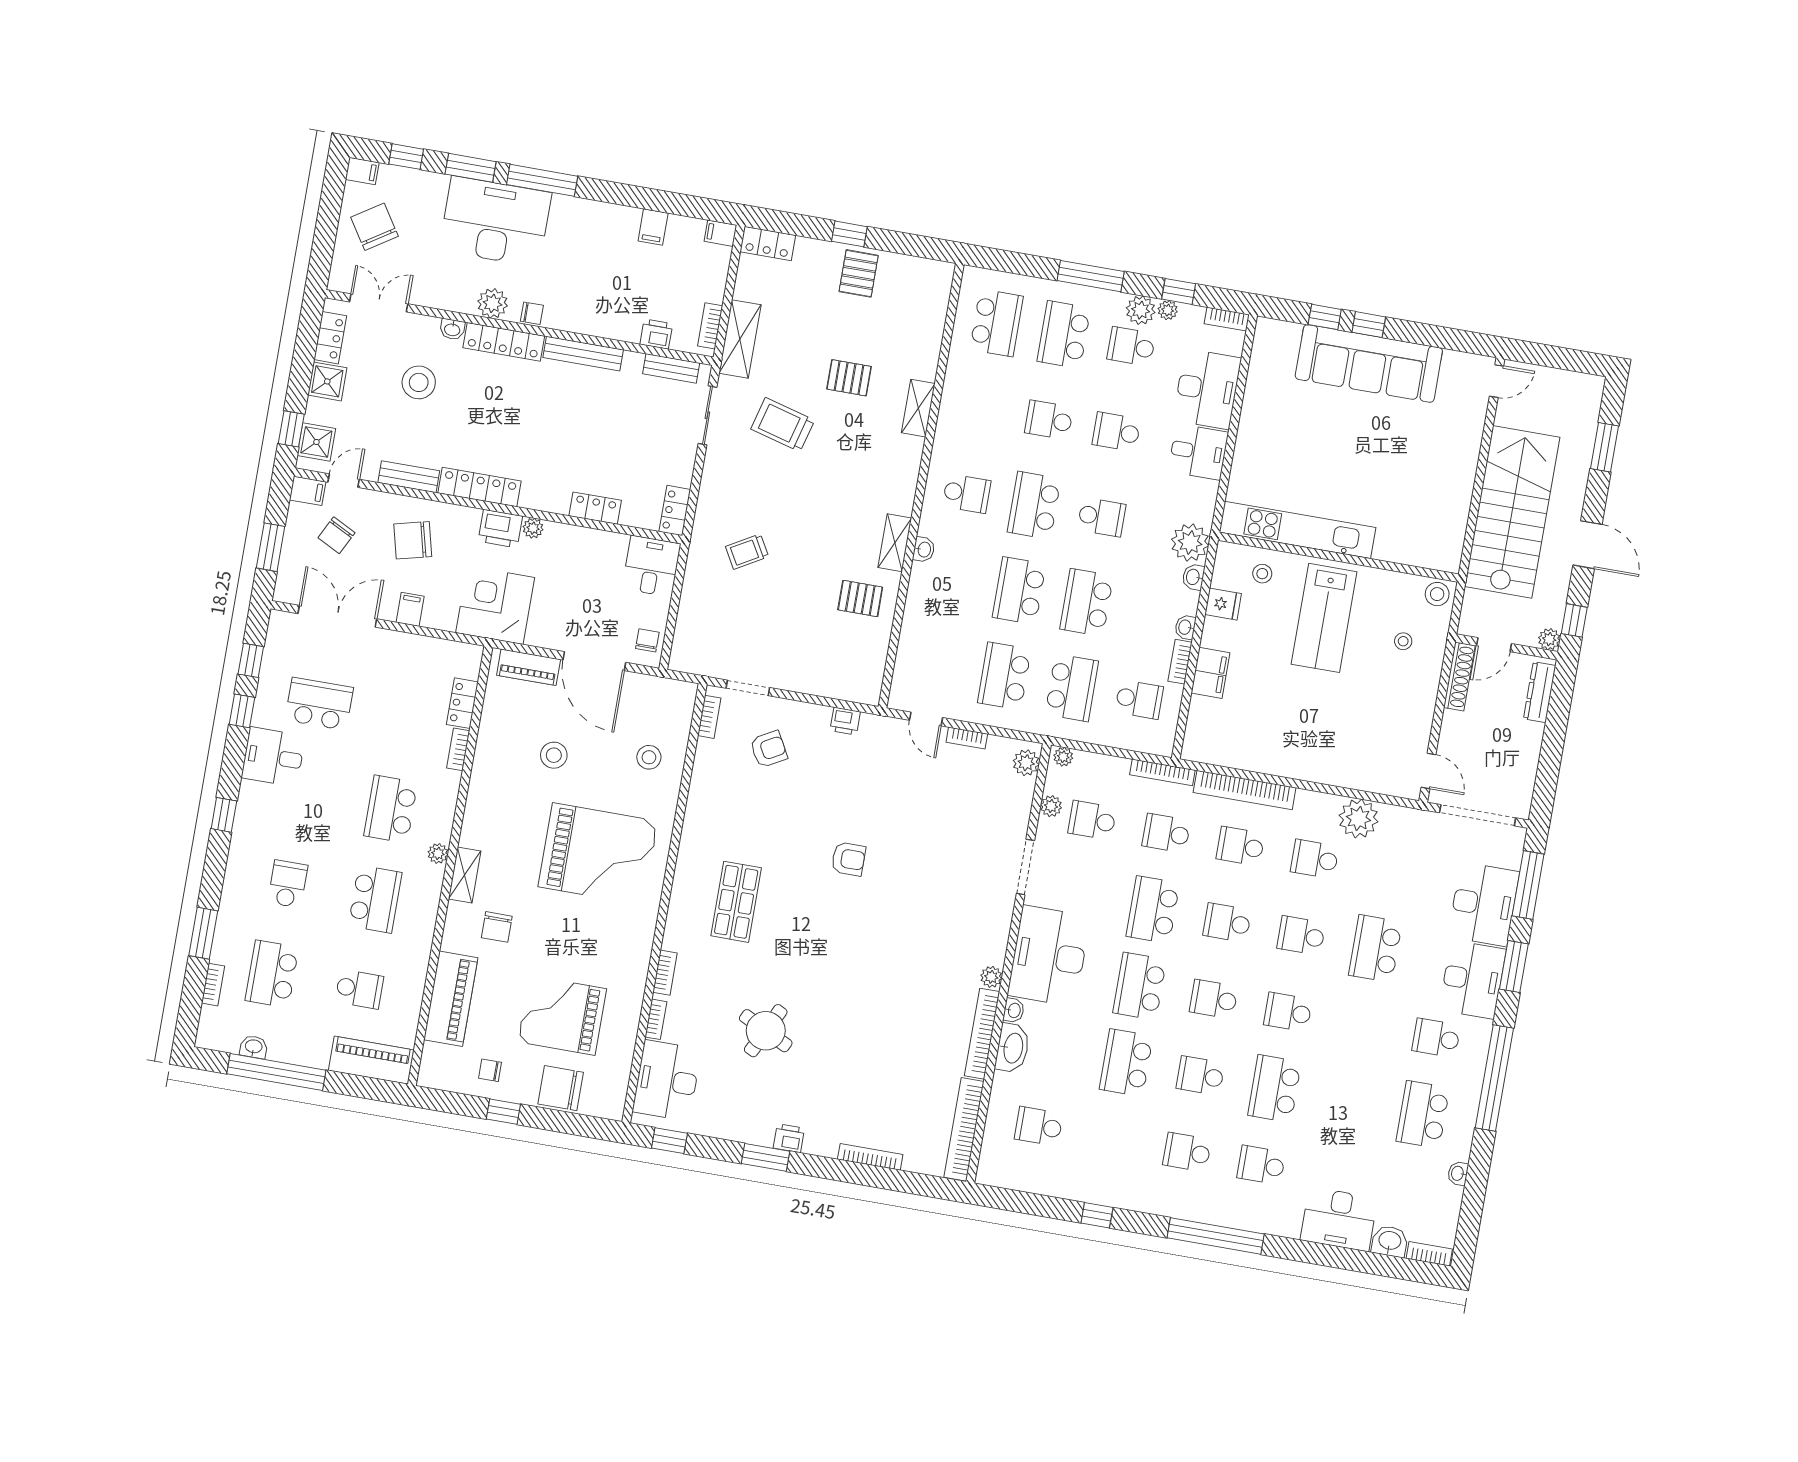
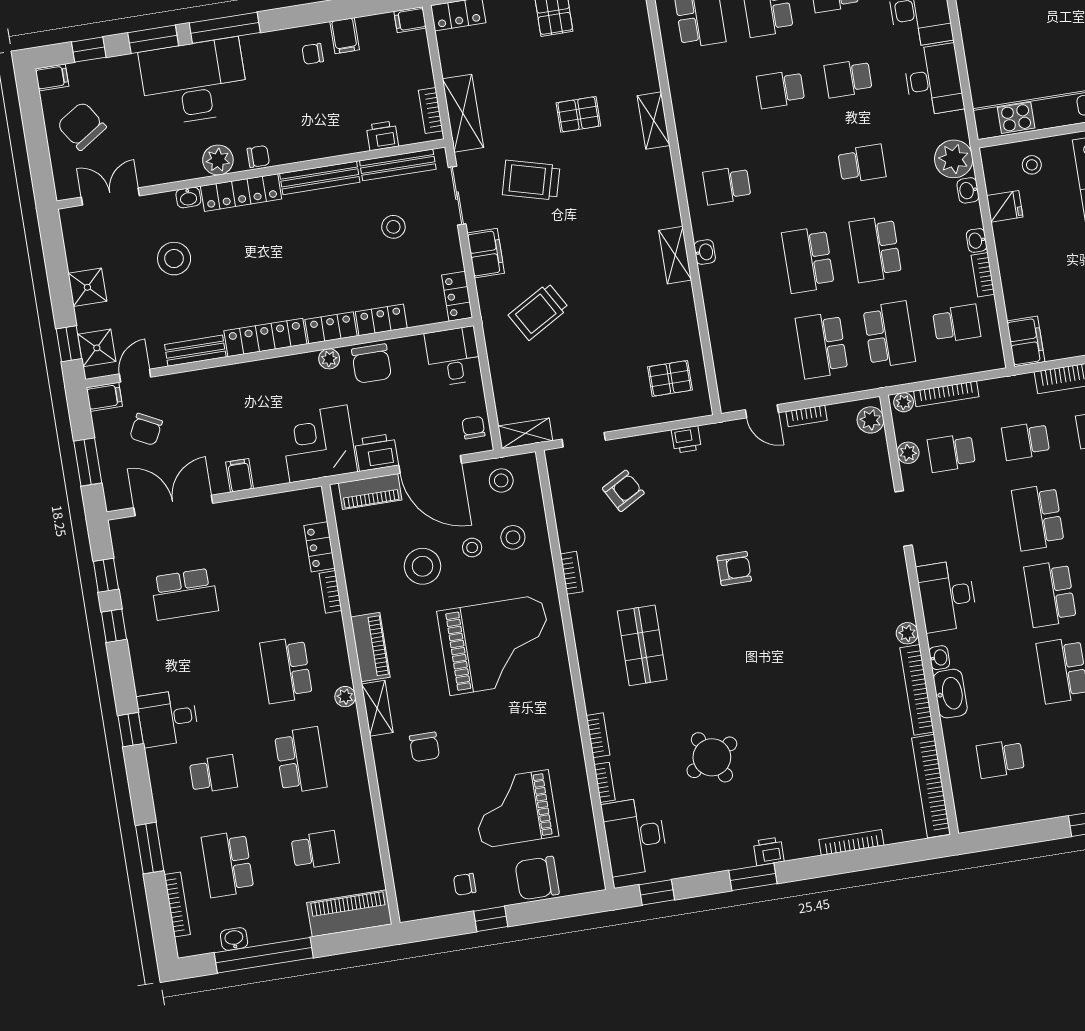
chair: (617, 234) -> (313, 54), added
locker: (330, 338) -> (331, 328), moved, turned -90
bench: (671, 368) -> (398, 165), width x1.36
stool: (637, 424) -> (393, 227), added
desk: (1198, 452) -> (933, 80), width x1.37
filing cabinet: (716, 479) -> (486, 253), added
school desk: (967, 494) -> (727, 185), turned 180
school desk: (1034, 505) -> (794, 175), removed
printer: (500, 529) -> (377, 452), moved, turned 180
chair: (413, 540) -> (371, 364), moved, turned -76
trolley: (747, 552) -> (539, 312), width x1.36, depth x1.39
pallet: (860, 598) -> (670, 378), moved
shelving: (695, 663) -> (525, 433), added
filing cabinet: (1210, 673) -> (1026, 341), moved
stool: (656, 700) -> (501, 480), added
school desk: (319, 704) -> (184, 594), turned 180
bookcase: (709, 717) -> (572, 573), moved
stool: (607, 754) -> (472, 548), added
stool: (554, 755) -> (423, 566), width x1.38, depth x1.38
desk: (273, 757) -> (168, 718), moved
bookcase: (1162, 772) -> (946, 394), moved
school desk: (288, 884) -> (213, 774), turned 90
desk: (1049, 956) -> (947, 596), width x0.73, depth x0.77
bookcase: (213, 985) -> (177, 905), width x1.56
piano: (451, 999) -> (370, 647), moved, width x0.73, depth x0.75
round table: (766, 1031) -> (712, 757), turned 36

